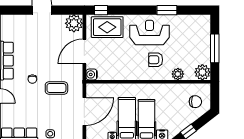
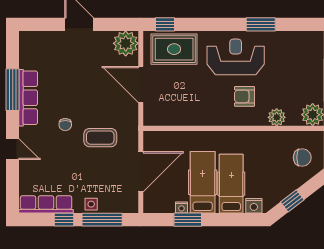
door: (84, 52) -> (141, 85), hinge flipped
water cooler: (92, 74) -> (151, 118), removed

